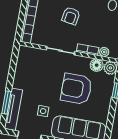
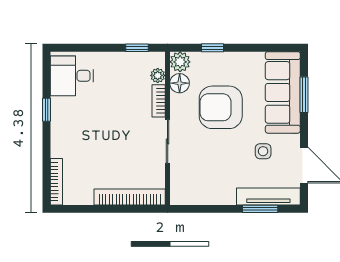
armchair: (71, 16) -> (113, 135), removed
armchair: (76, 89) -> (221, 107), turned 90

